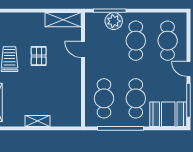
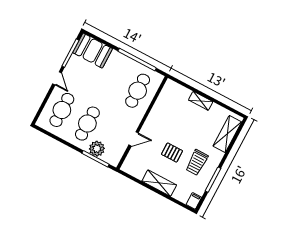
shelving: (63, 20) -> (159, 183), moved
door: (83, 49) -> (134, 139), hinge flipped
pallet: (39, 56) -> (172, 153), turned 90
cafe table: (136, 98) -> (112, 77), removed

